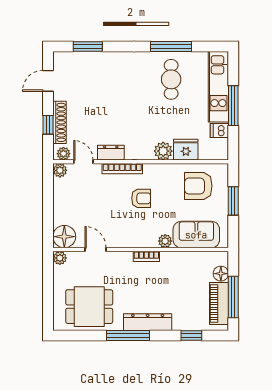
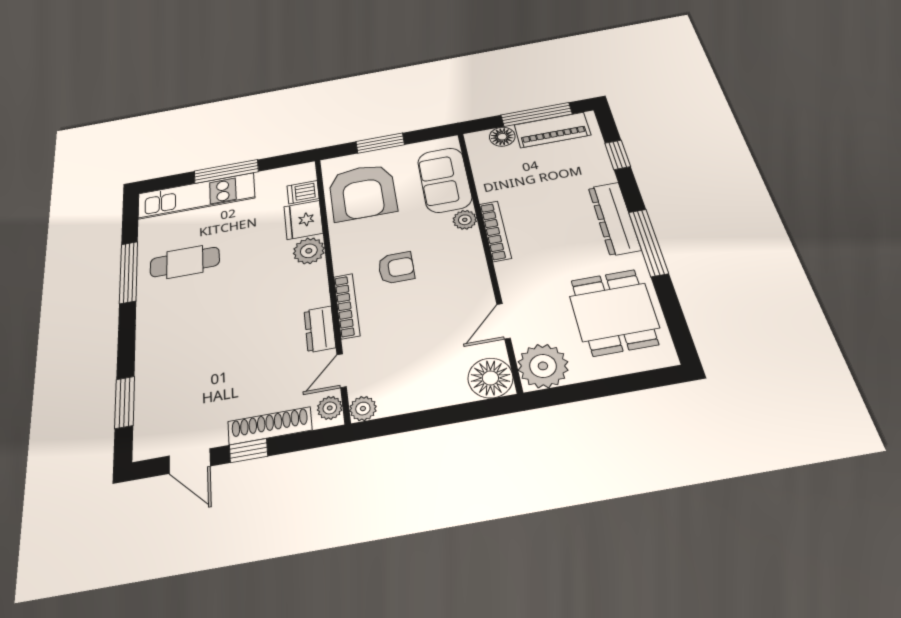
window: (48, 125) -> (249, 451), moved
dishwasher: (219, 131) -> (303, 192), moved, turned 90
armchair: (198, 186) -> (362, 192), width x1.36, depth x1.36
armchair: (141, 198) -> (396, 268), turned 90
bookcase: (146, 256) -> (495, 231), width x1.56
plant: (60, 258) -> (543, 366), width x1.88, depth x1.88

